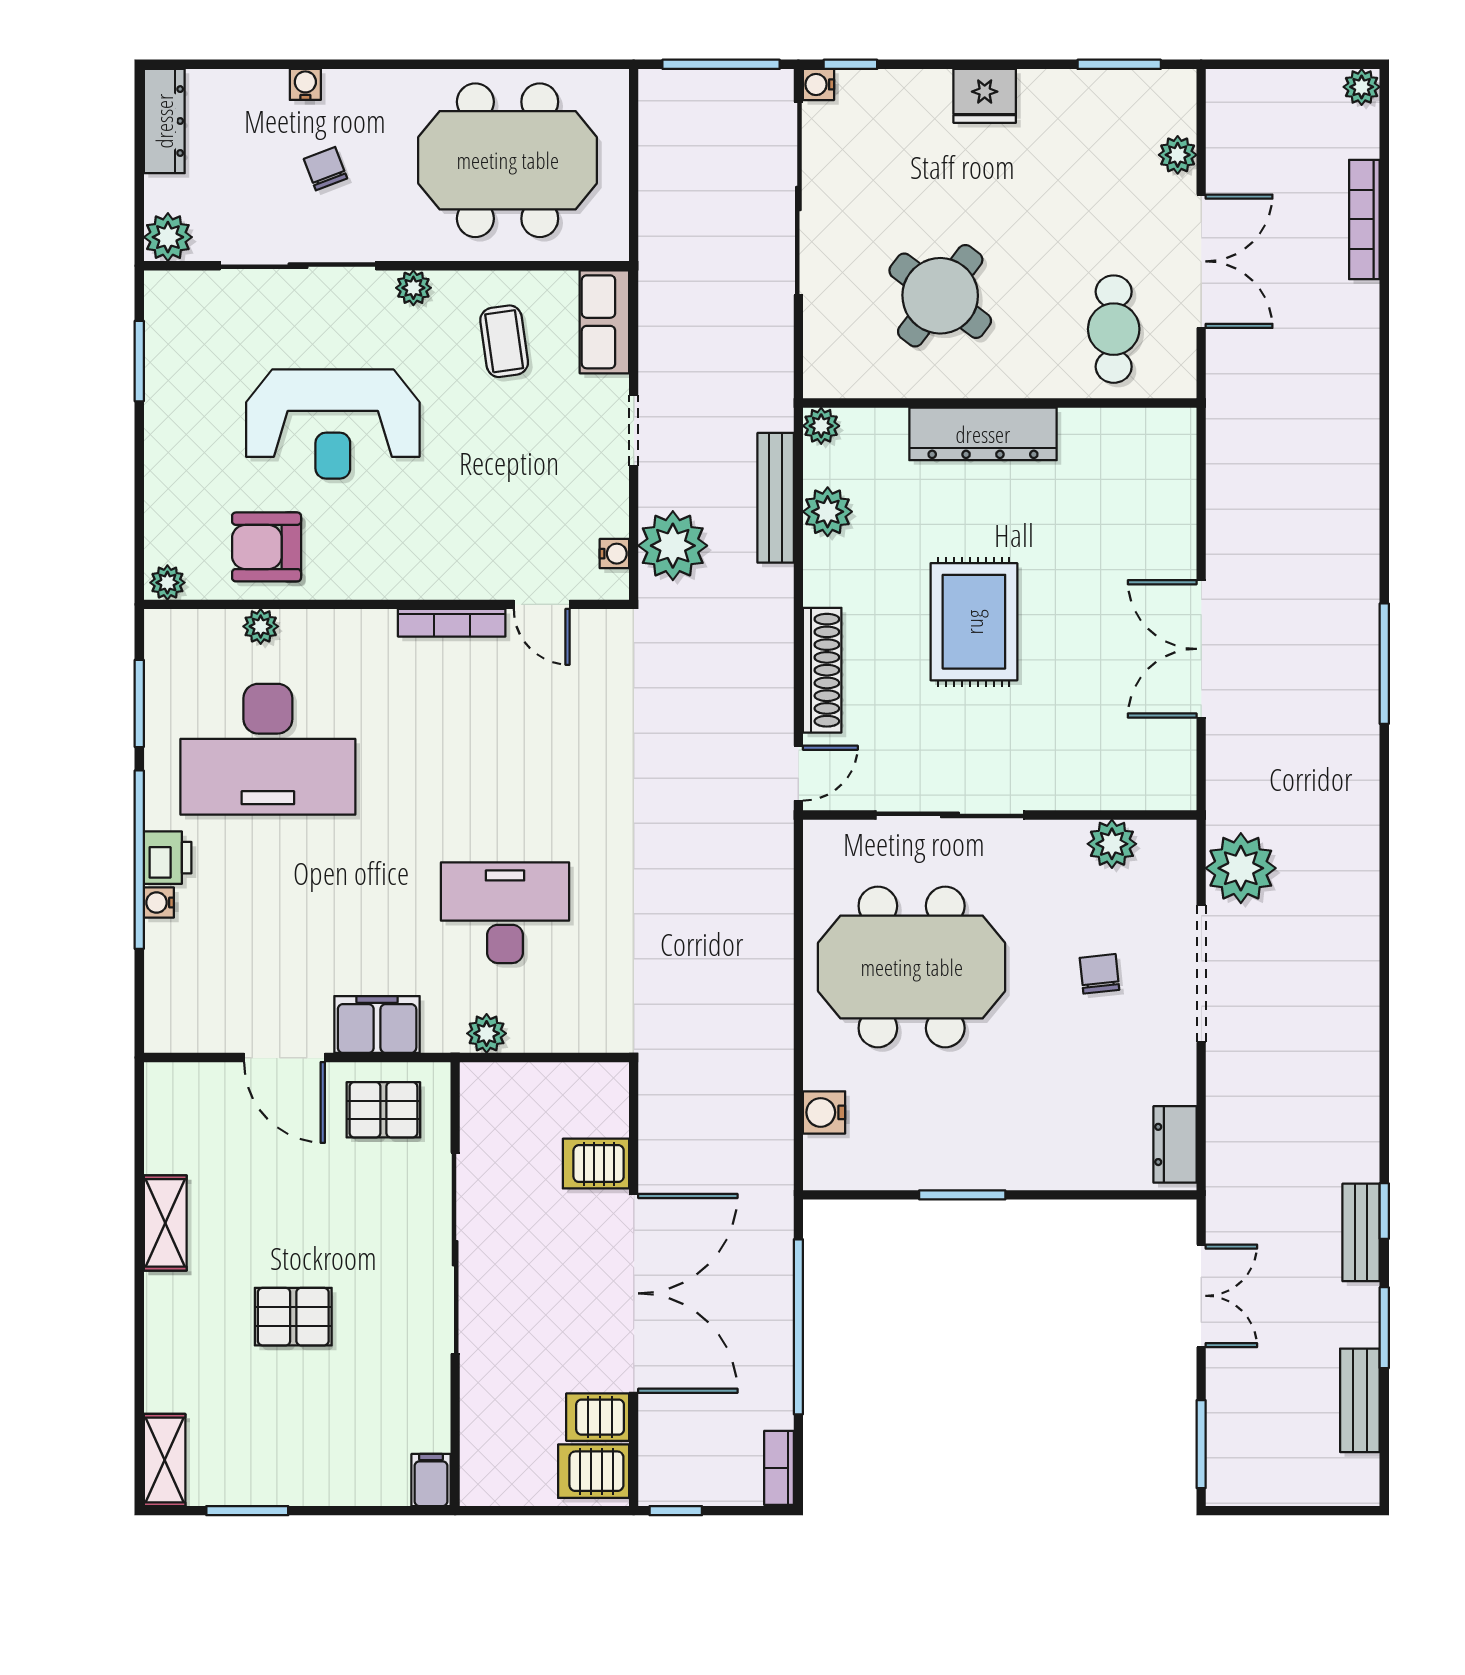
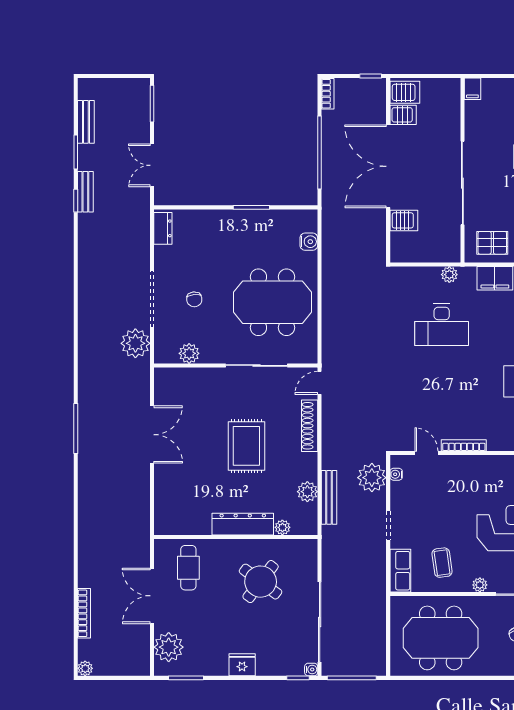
plant: (1178, 155) -> (169, 647), width x1.87, depth x1.87
plant: (821, 426) -> (282, 527), moved

